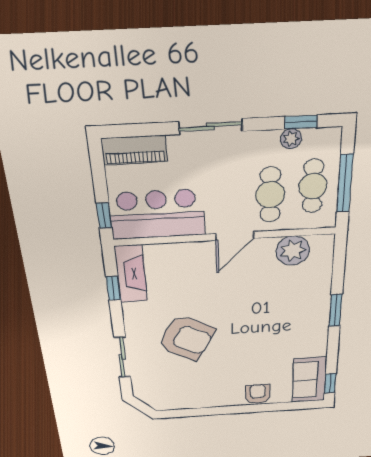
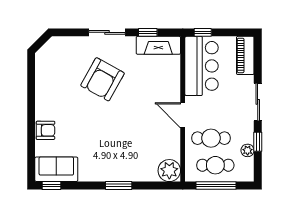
window: (301, 122) -> (258, 142), moved
plant: (293, 251) -> (169, 171), moved
sliding door: (122, 357) -> (107, 32), moved

